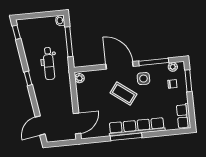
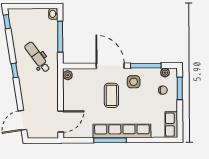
dental chair: (49, 64) -> (37, 57), turned 144
coffee table: (123, 94) -> (111, 95), turned 53

